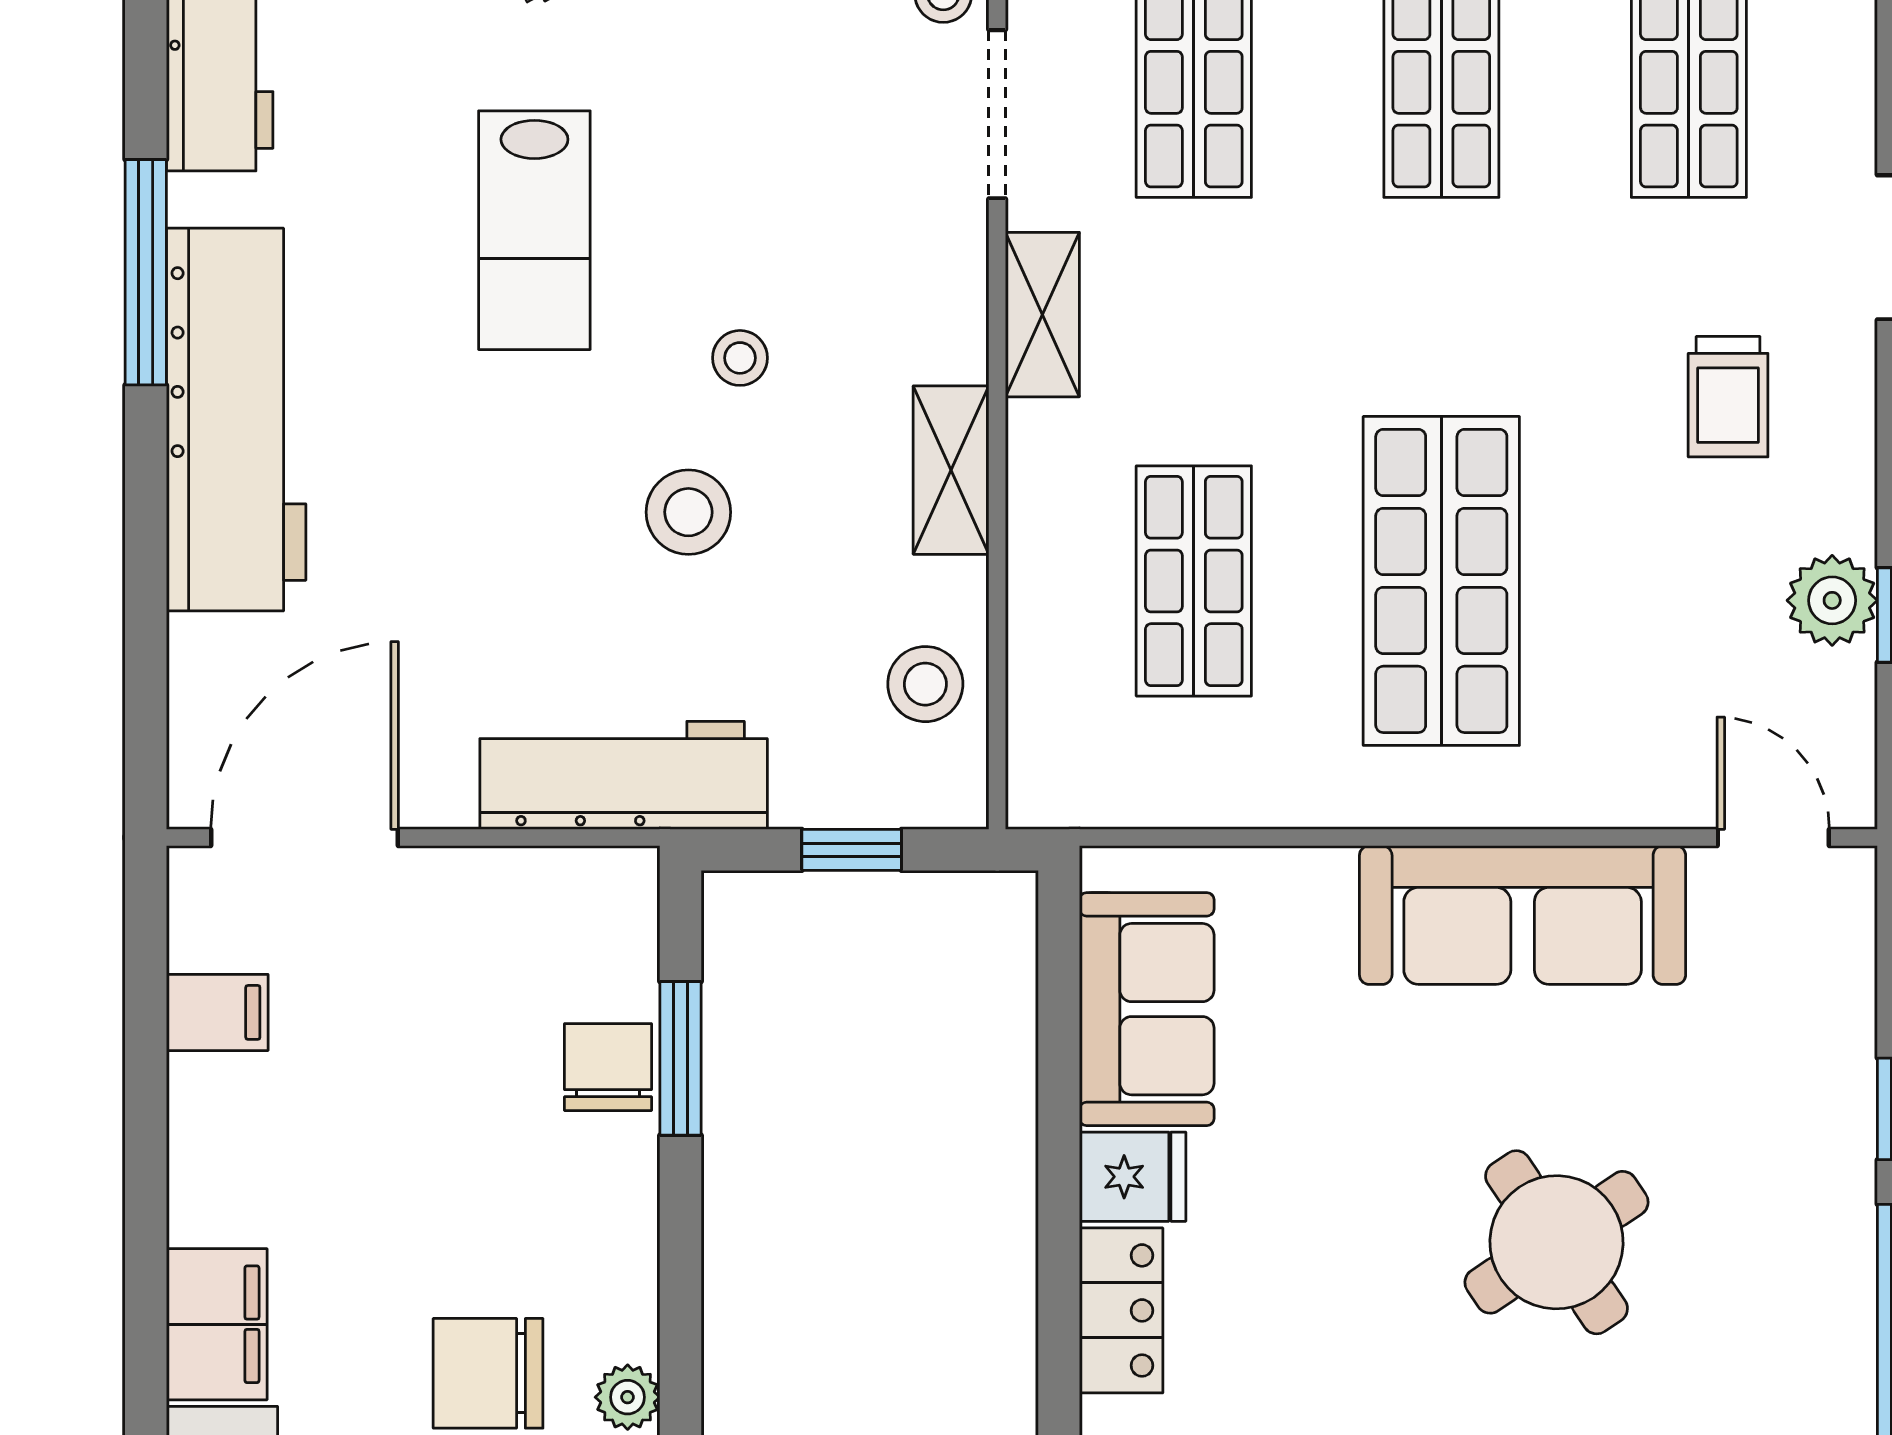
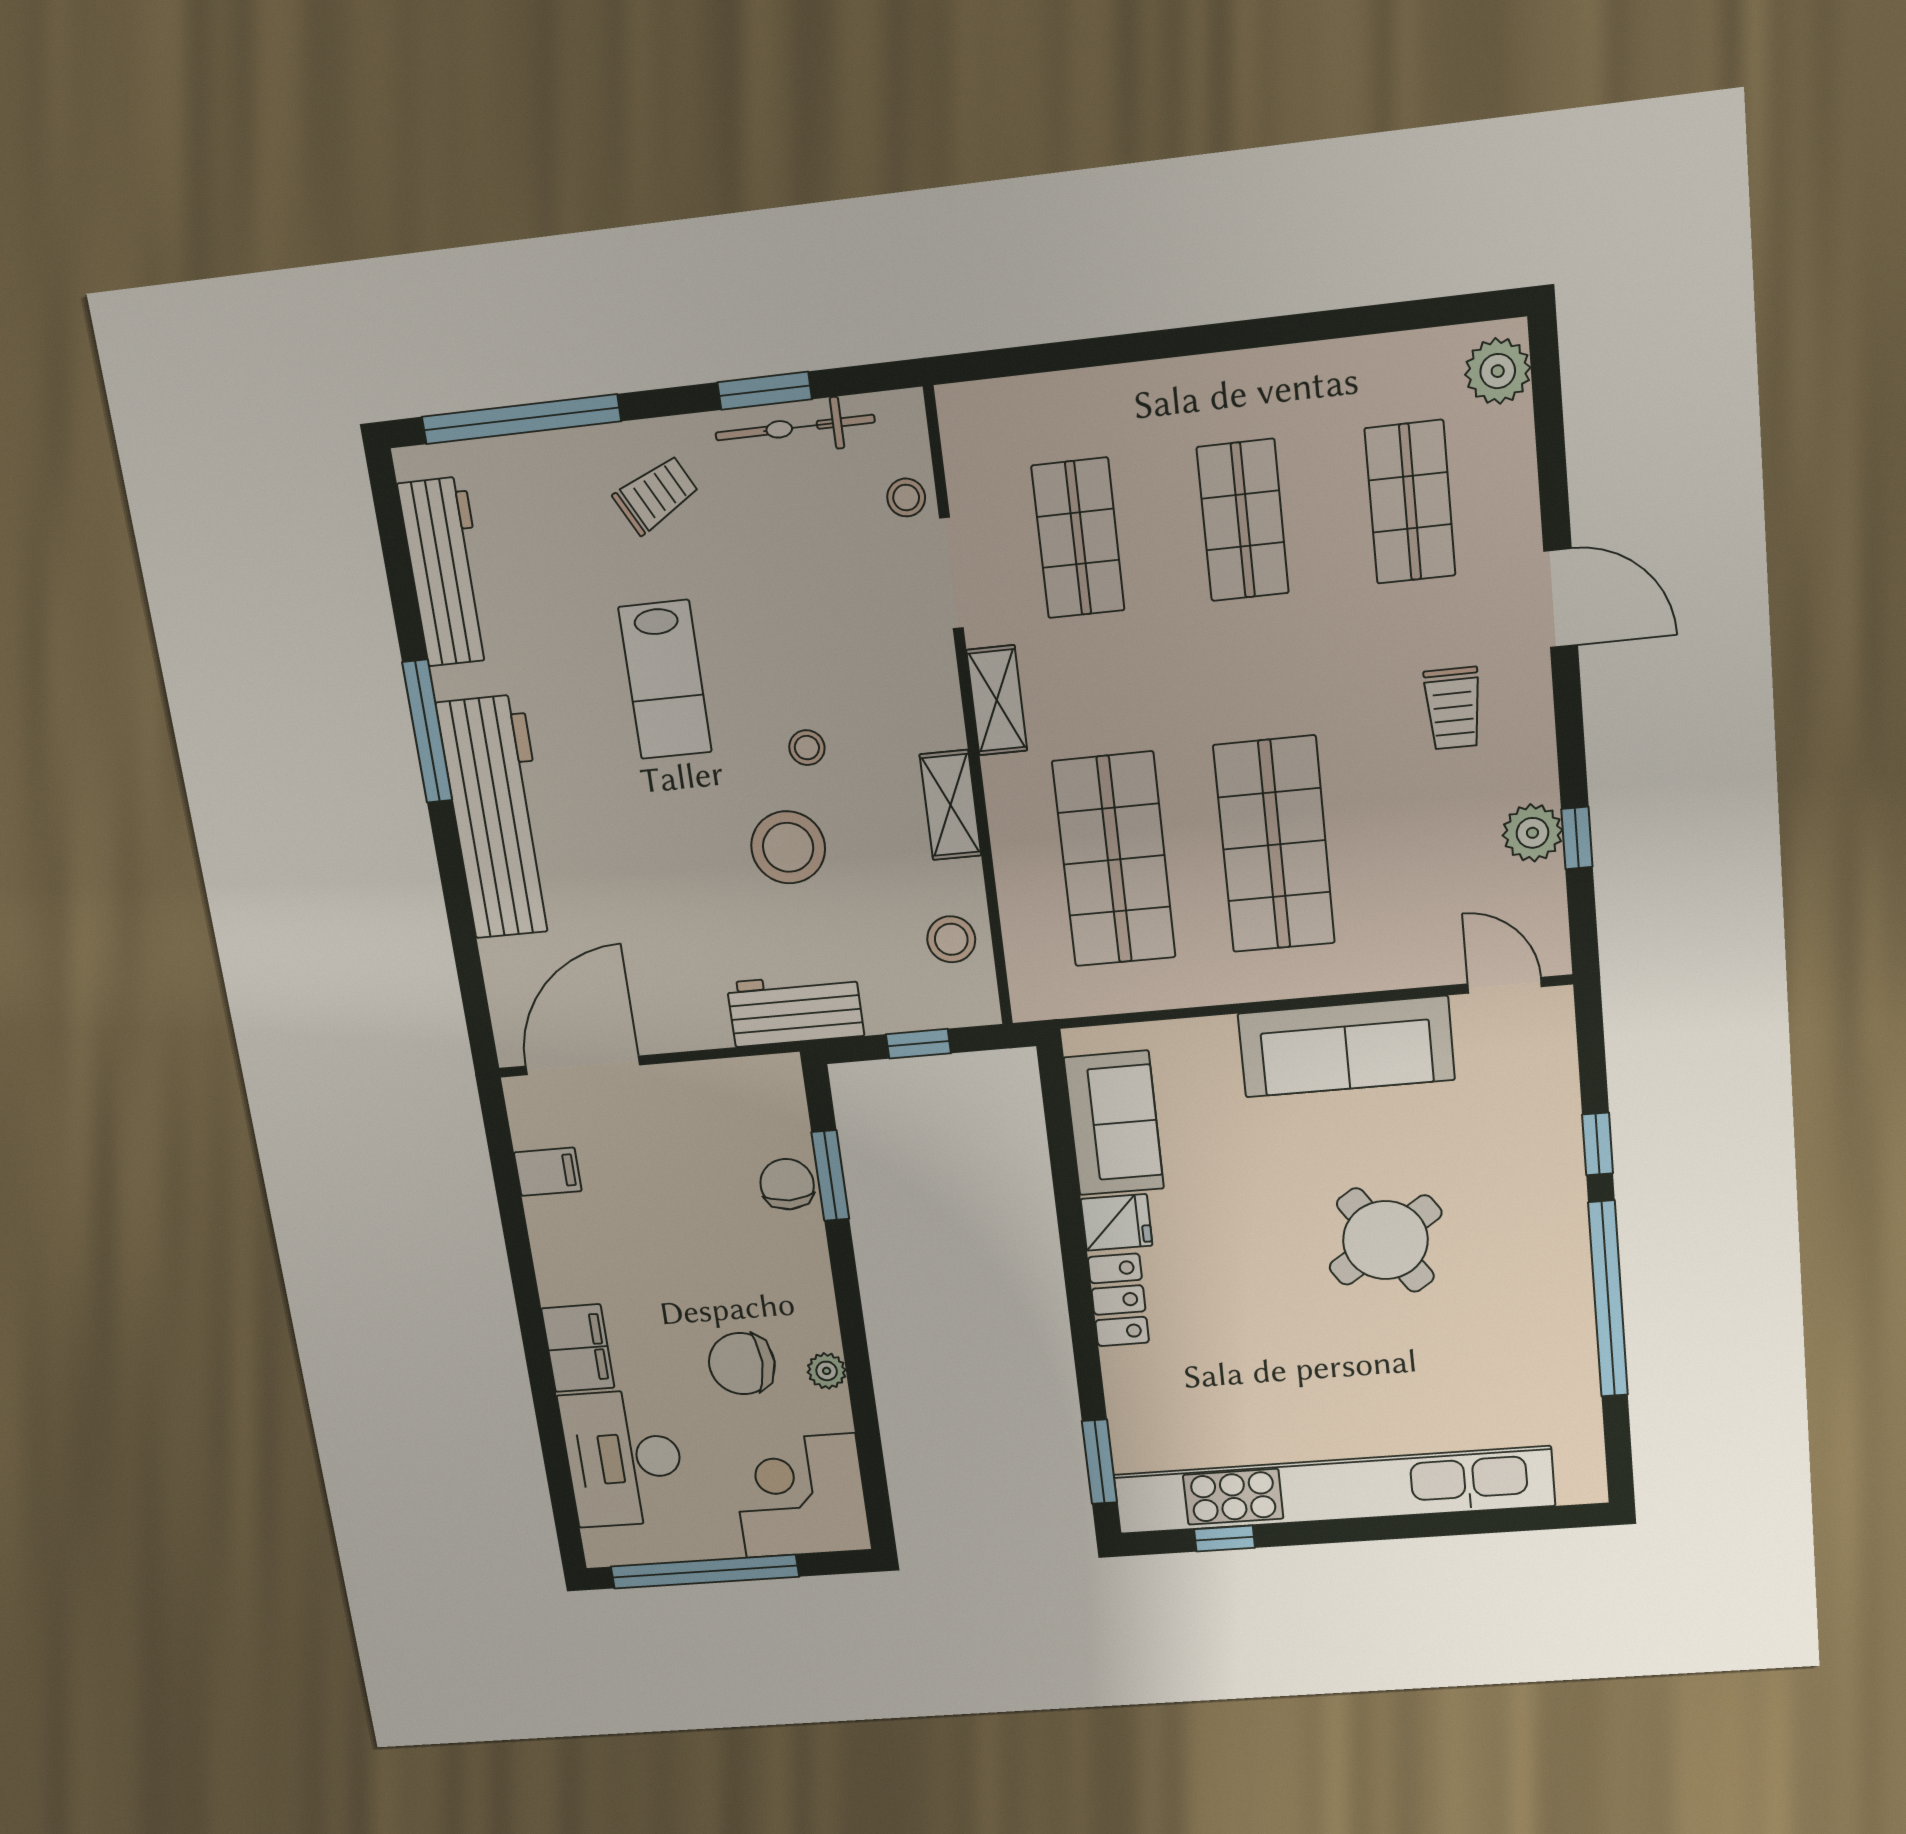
stool: (688, 512) -> (788, 847), width x1.38, depth x1.38
shop shelf: (1194, 581) -> (1114, 860), width x1.43, depth x1.36
workbench: (624, 775) -> (795, 1009), width x0.73

